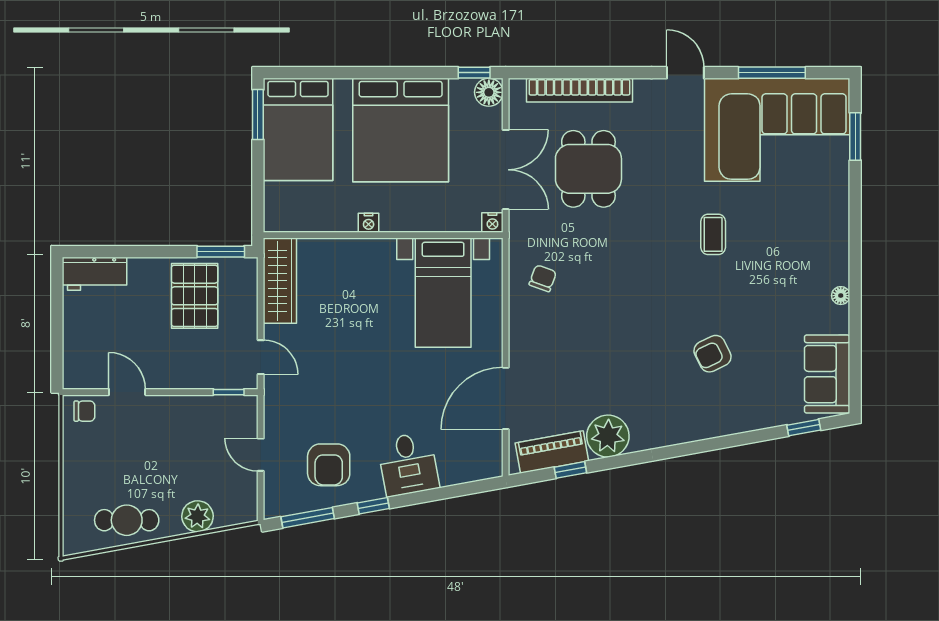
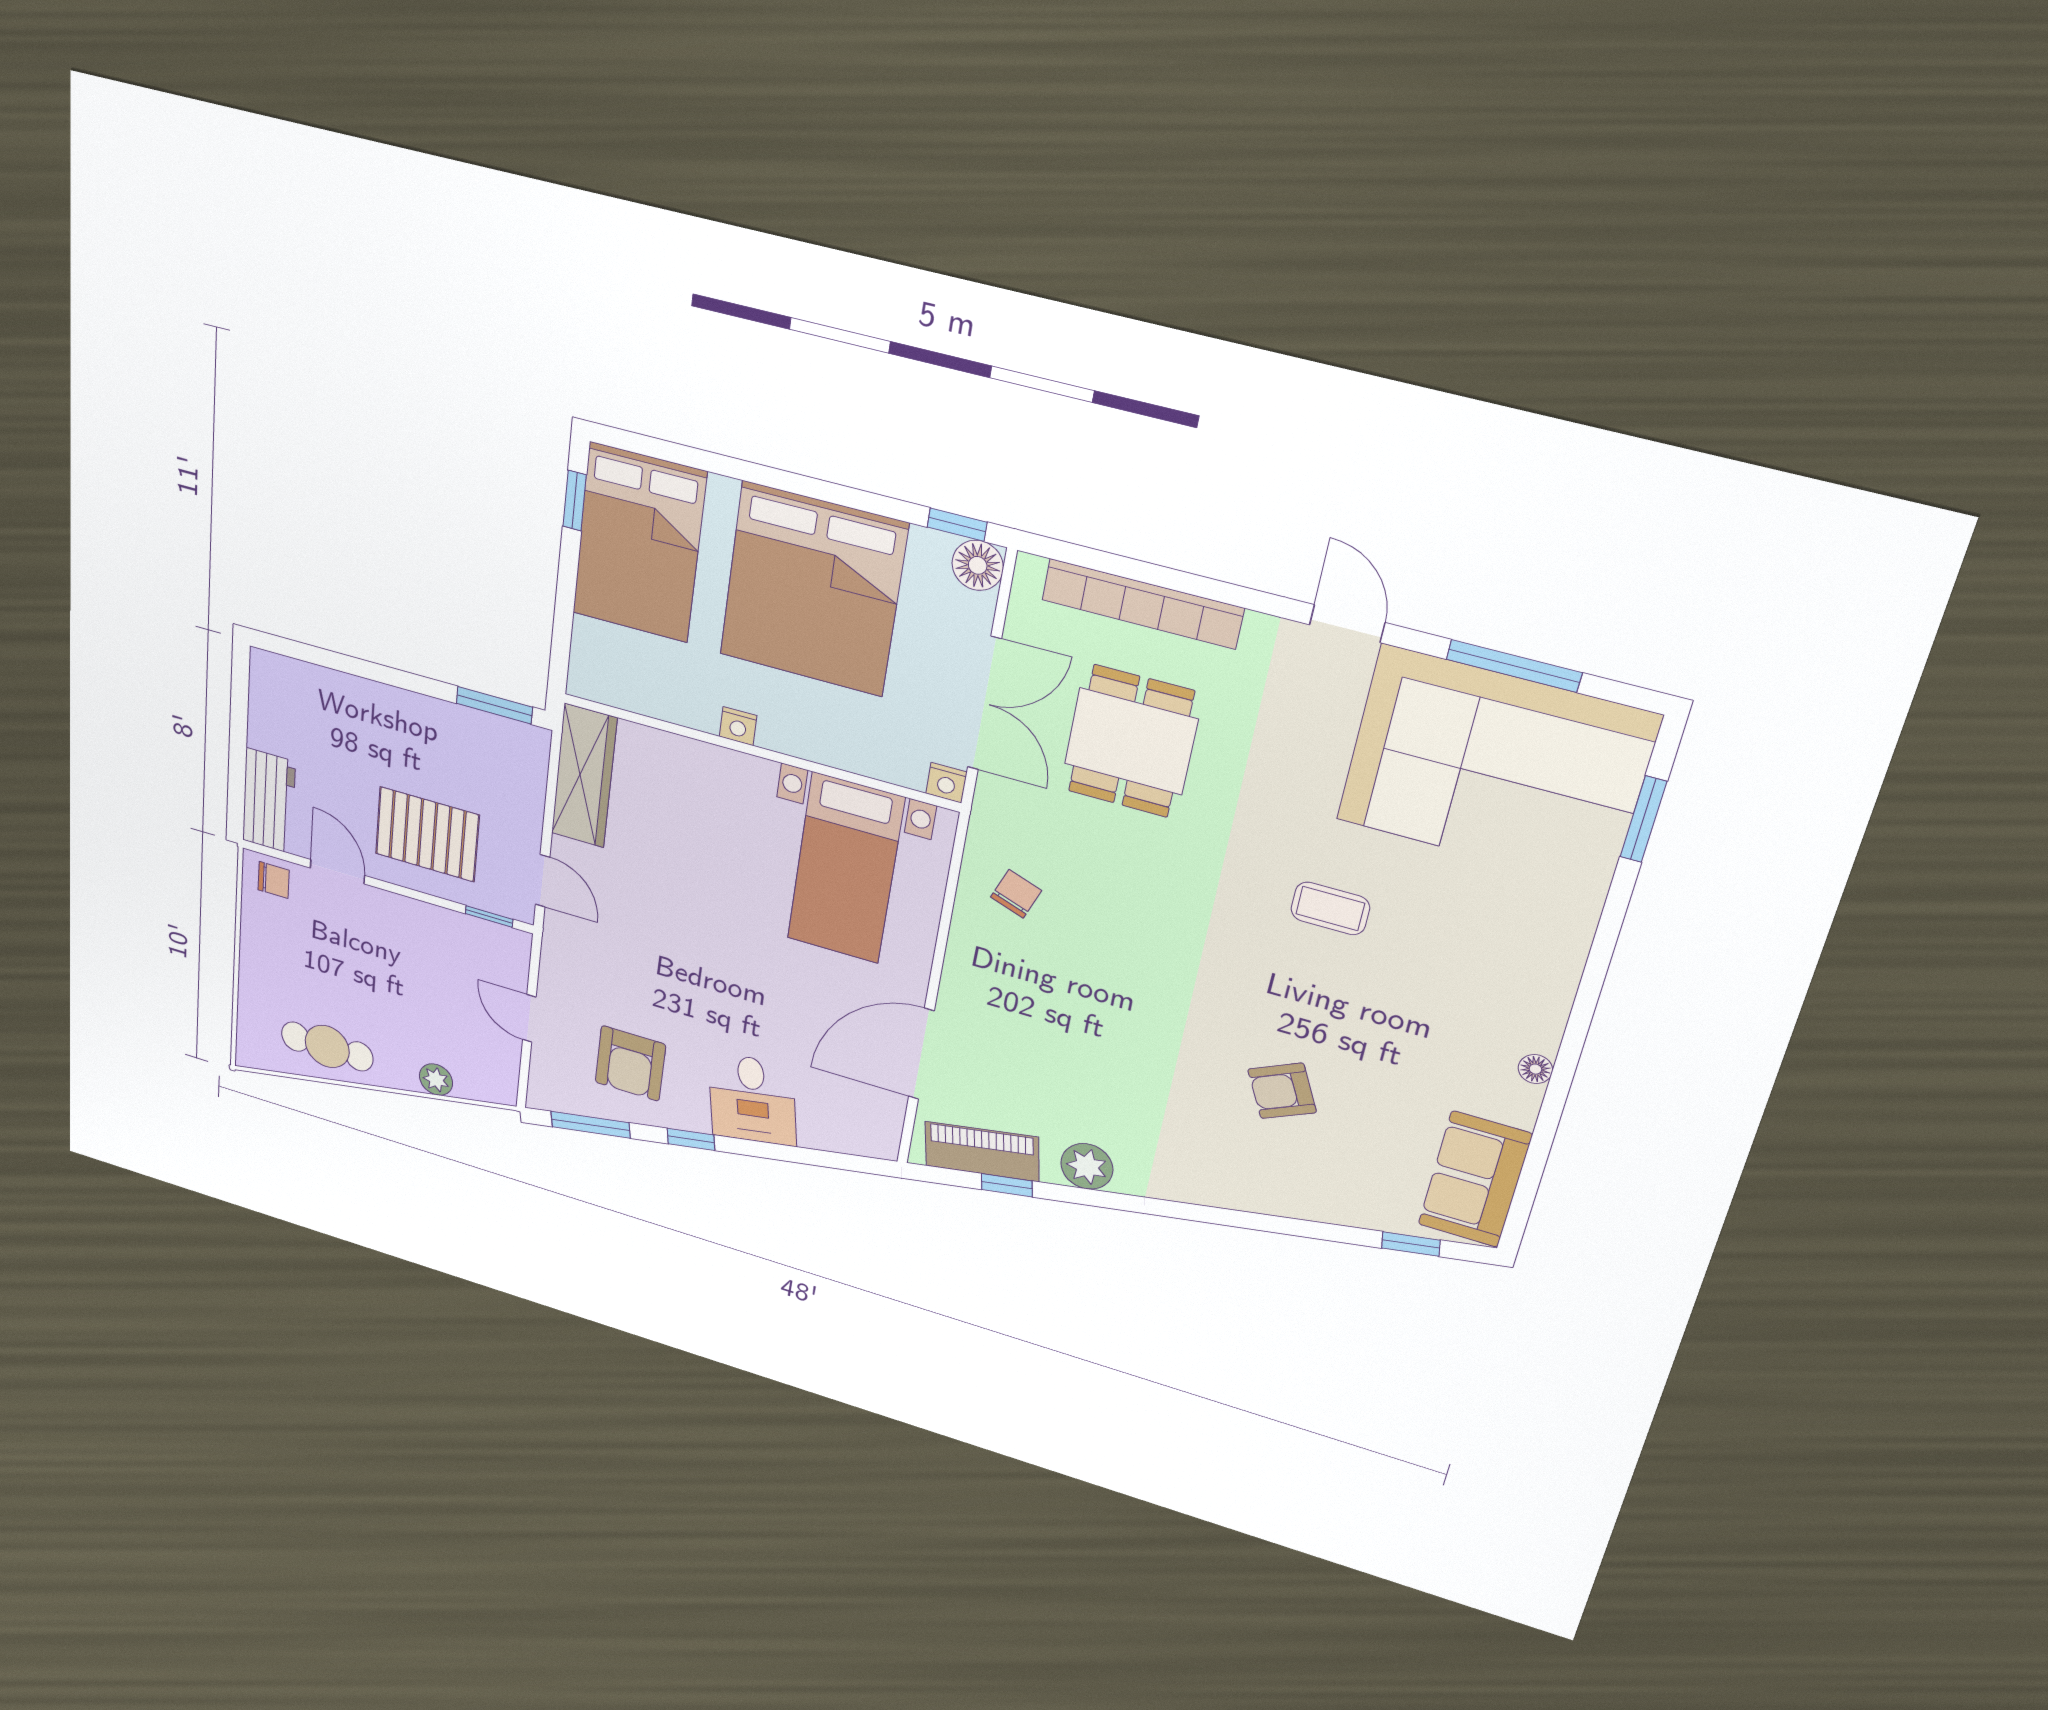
window: (258, 115) -> (575, 501), width x0.67
coffee table: (713, 234) -> (1330, 908), turned 90
workbench: (95, 274) -> (269, 801), moved, turned -90
pallet: (195, 296) -> (427, 834), moved, turned 90
plant: (608, 436) -> (1087, 1166), width x0.73, depth x0.73
plant: (197, 516) -> (436, 1080), width x0.73, depth x0.73

